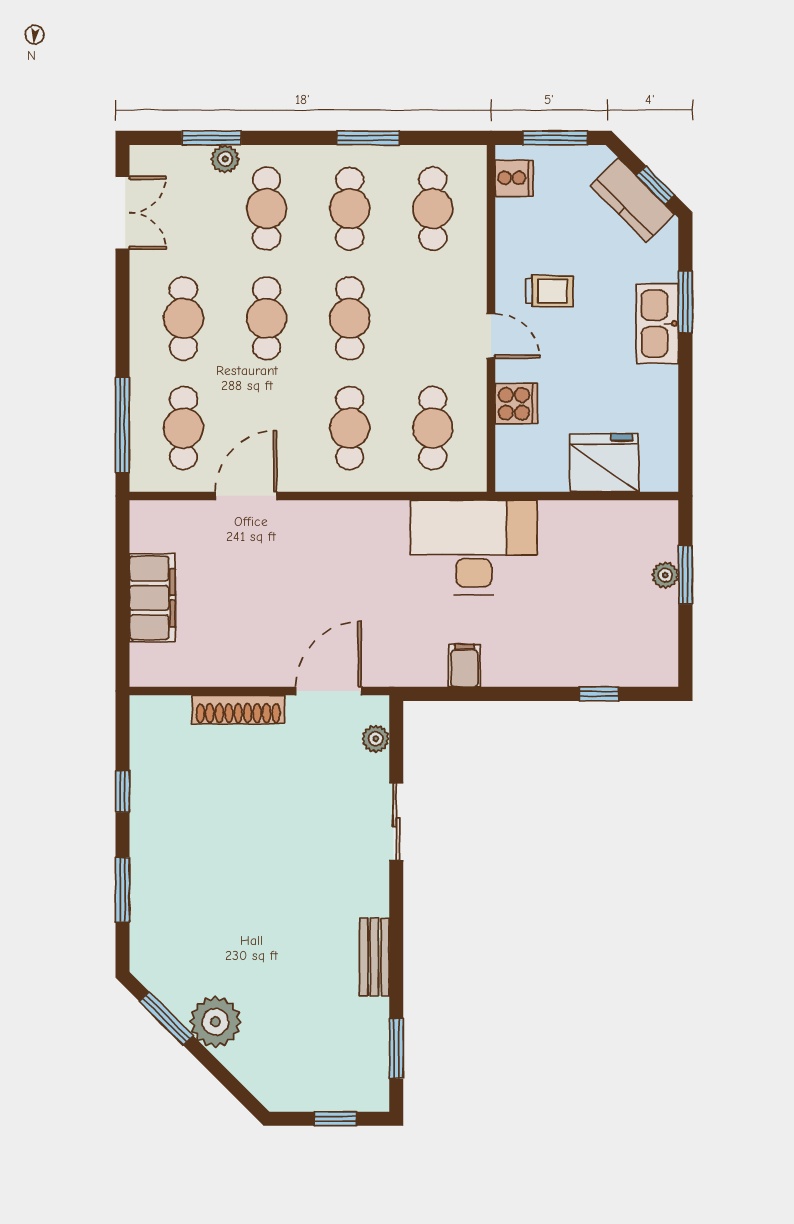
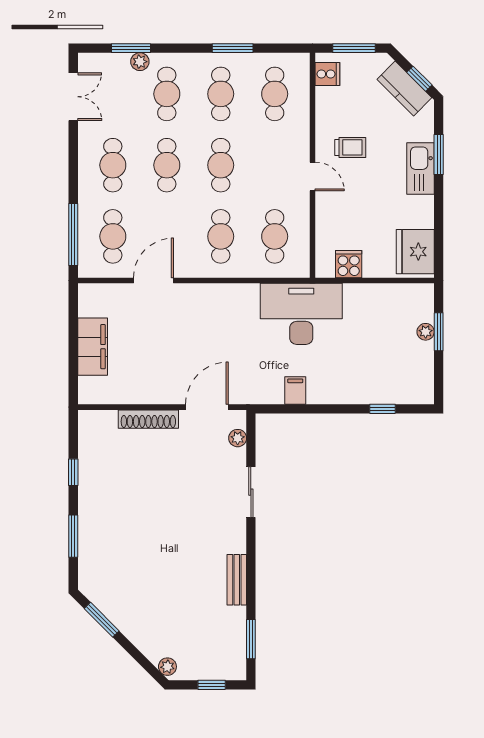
cooker: (516, 404) -> (349, 264), moved, turned -90
fridge: (604, 463) -> (415, 252), moved, turned -90
plant: (215, 1022) -> (167, 667), moved, width x0.53, depth x0.53

